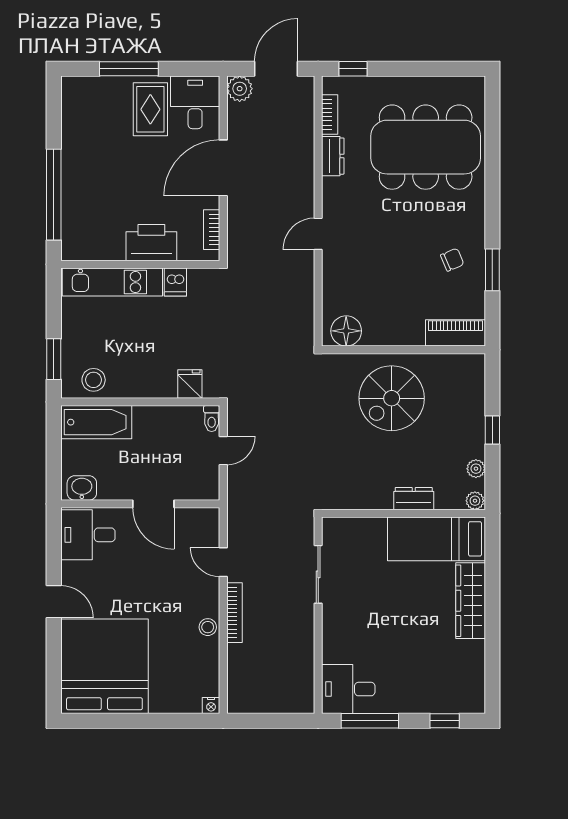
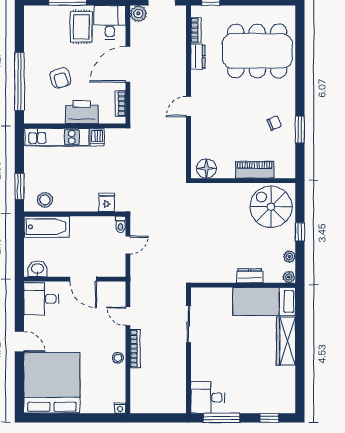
armchair: (118, 189) -> (60, 78), added
piano: (455, 333) -> (255, 170), moved
spiral stairs: (392, 398) -> (271, 207), moved, turned 90

